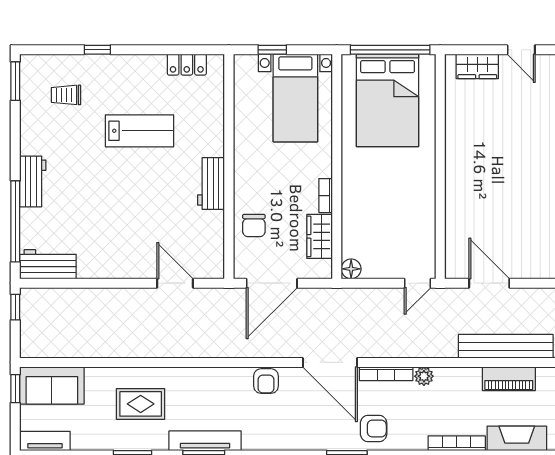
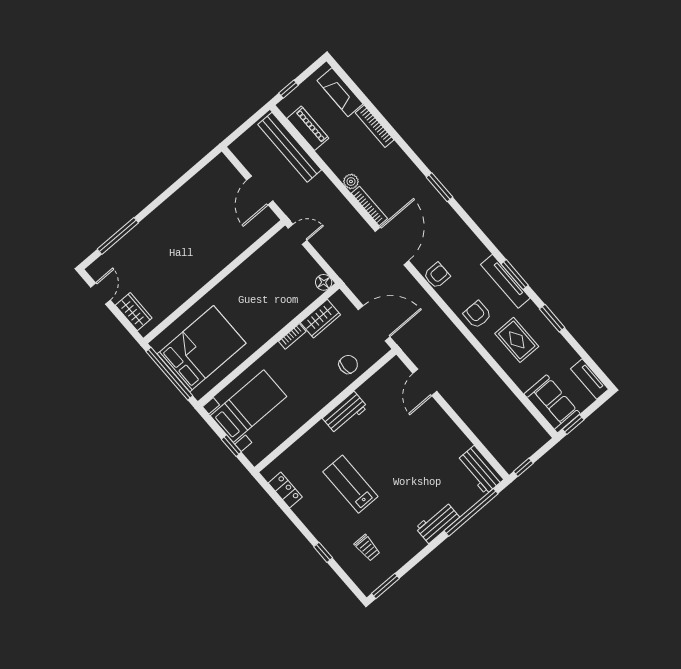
armchair: (374, 428) -> (477, 314), moved

